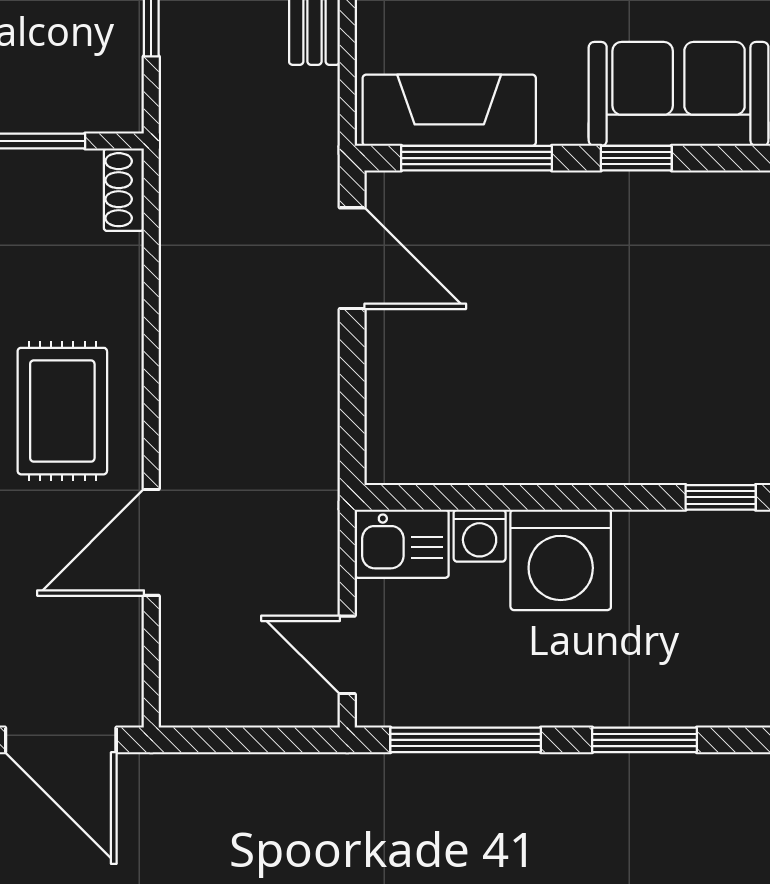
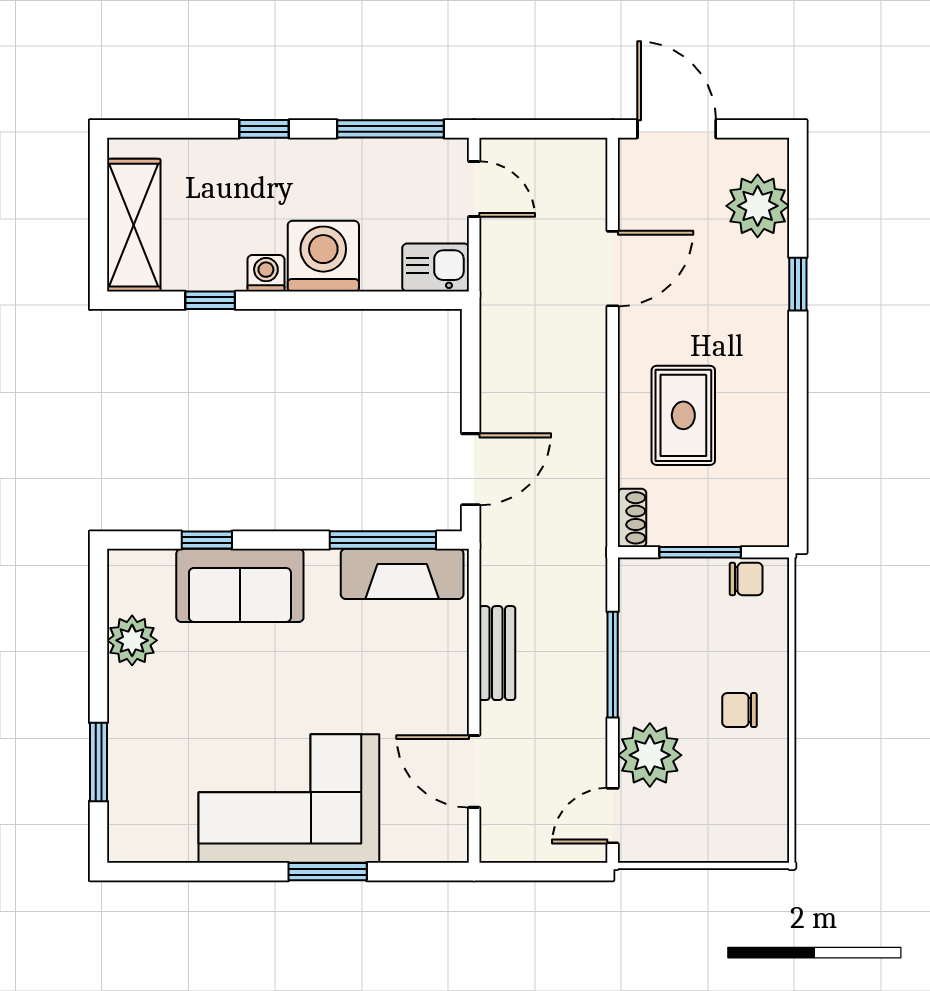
window: (636, 158) -> (207, 540), moved
door: (352, 258) -> (471, 469), swing flipped
rug: (62, 411) -> (683, 415), moved
washing machine: (480, 536) -> (266, 273), moved
window: (645, 740) -> (264, 129), width x0.67

